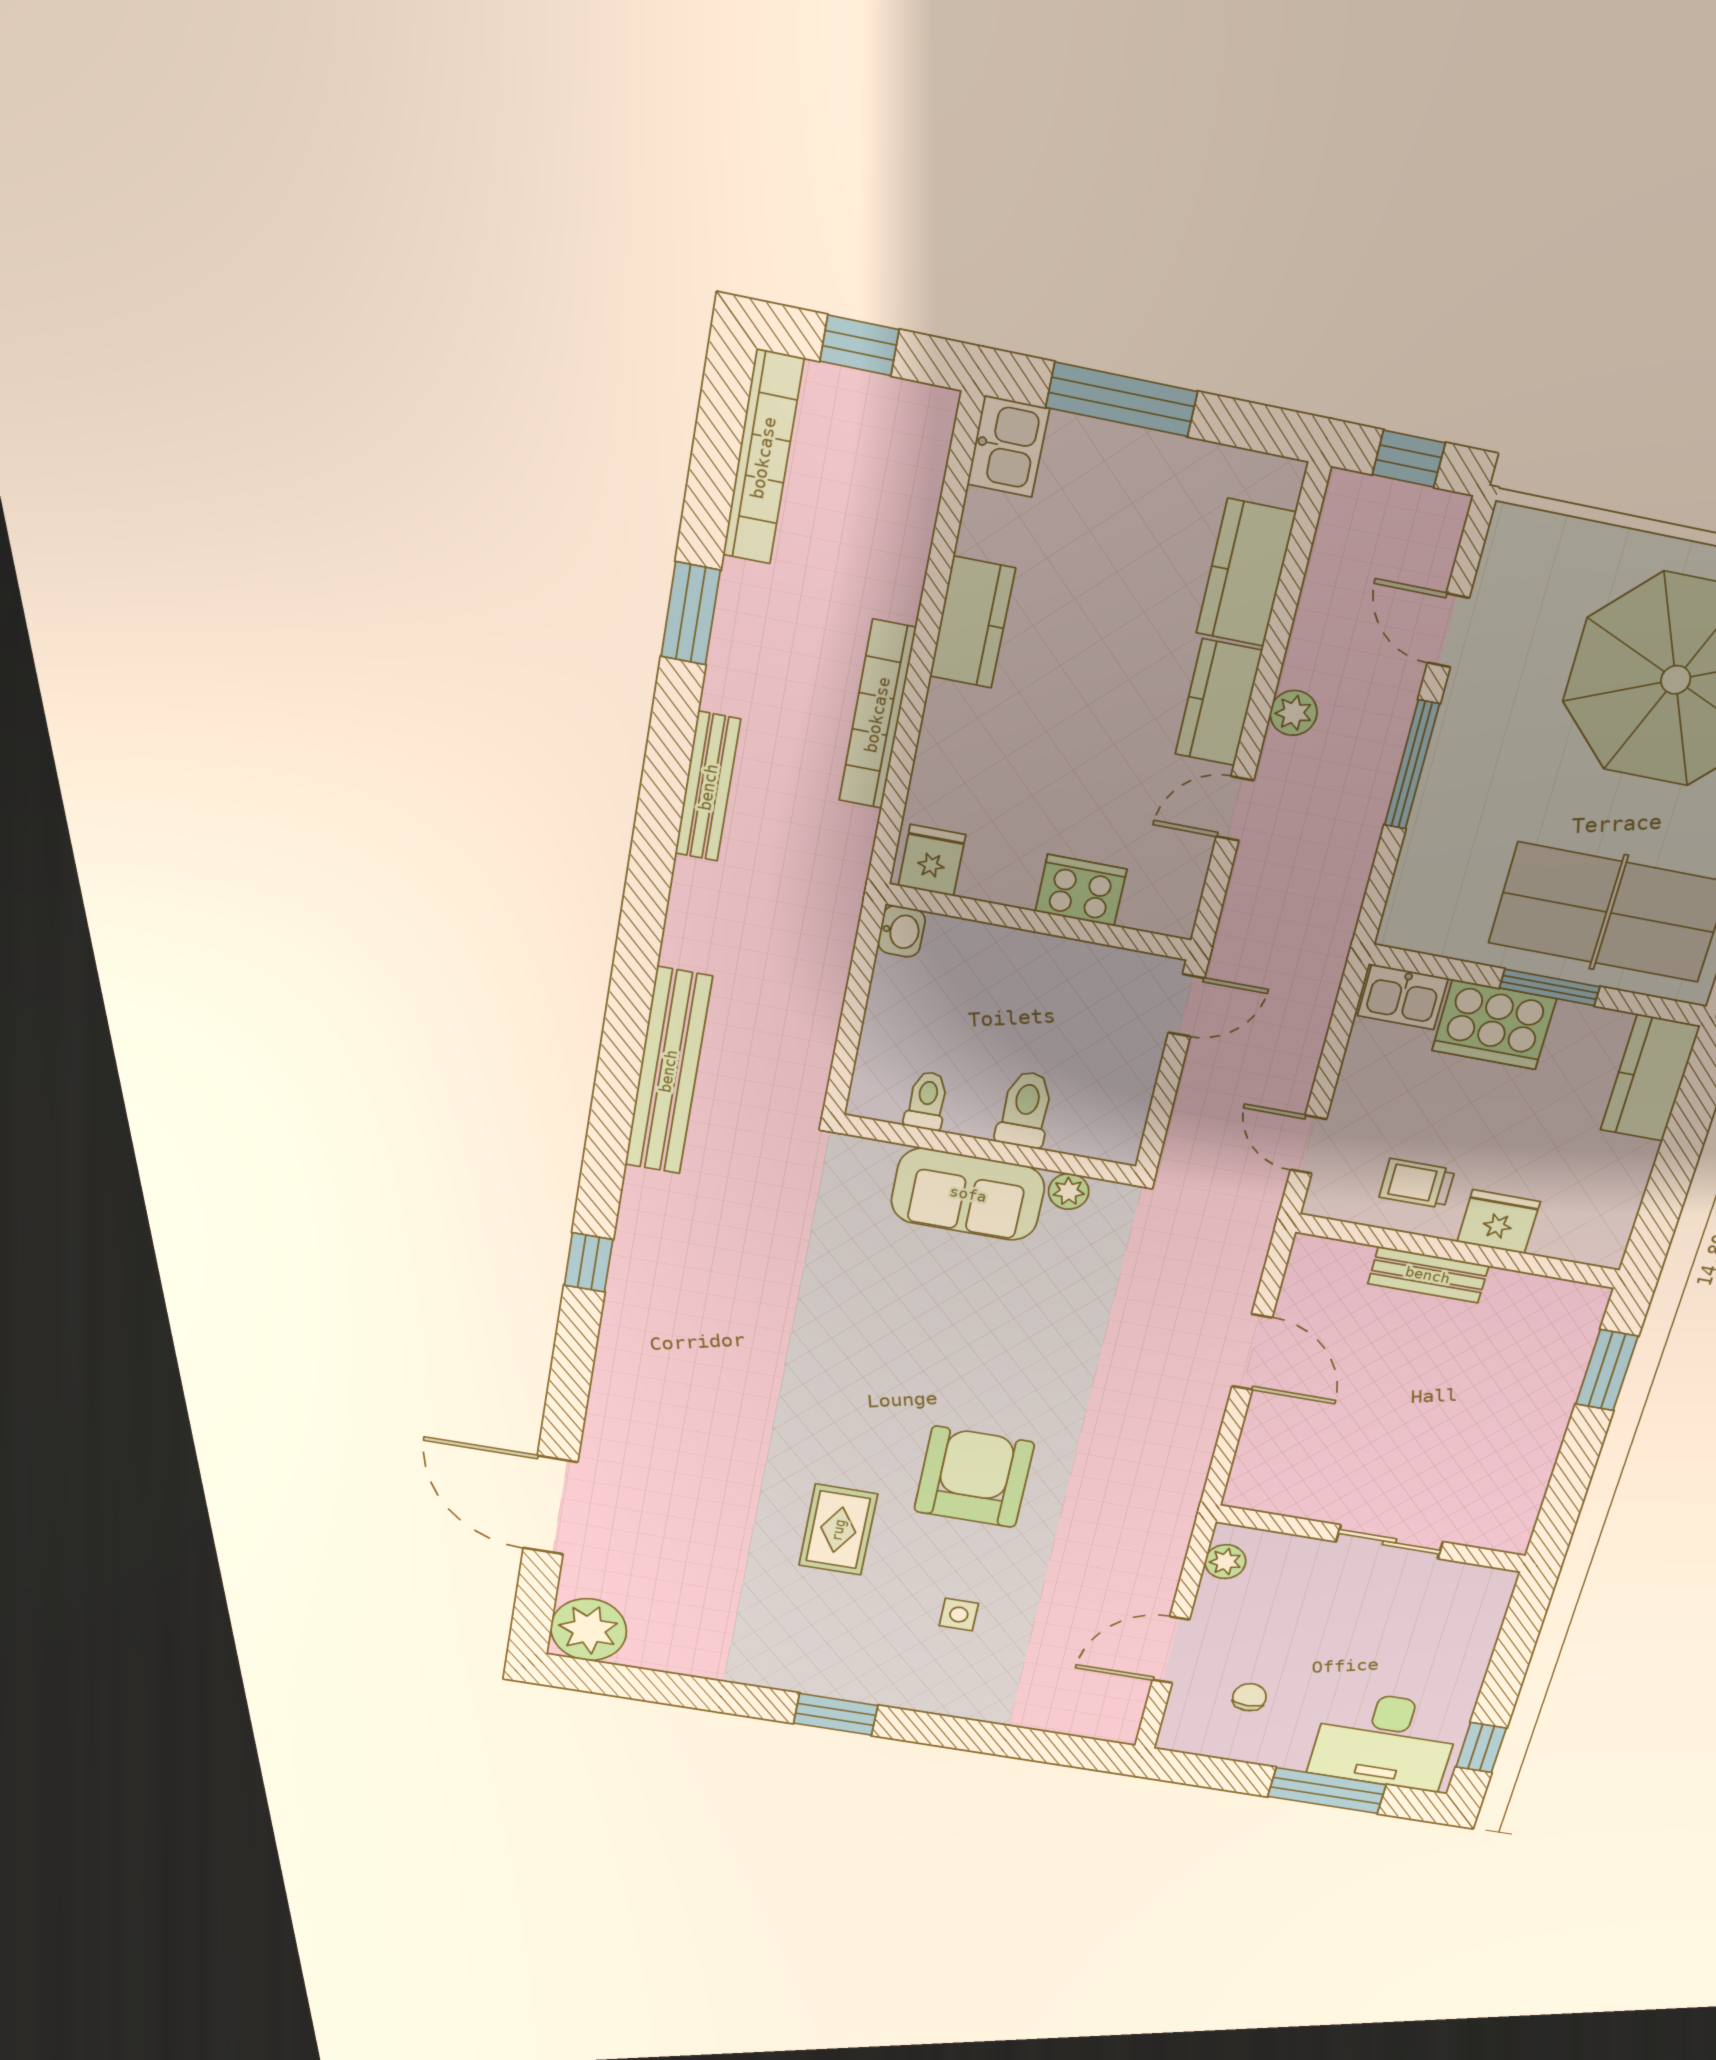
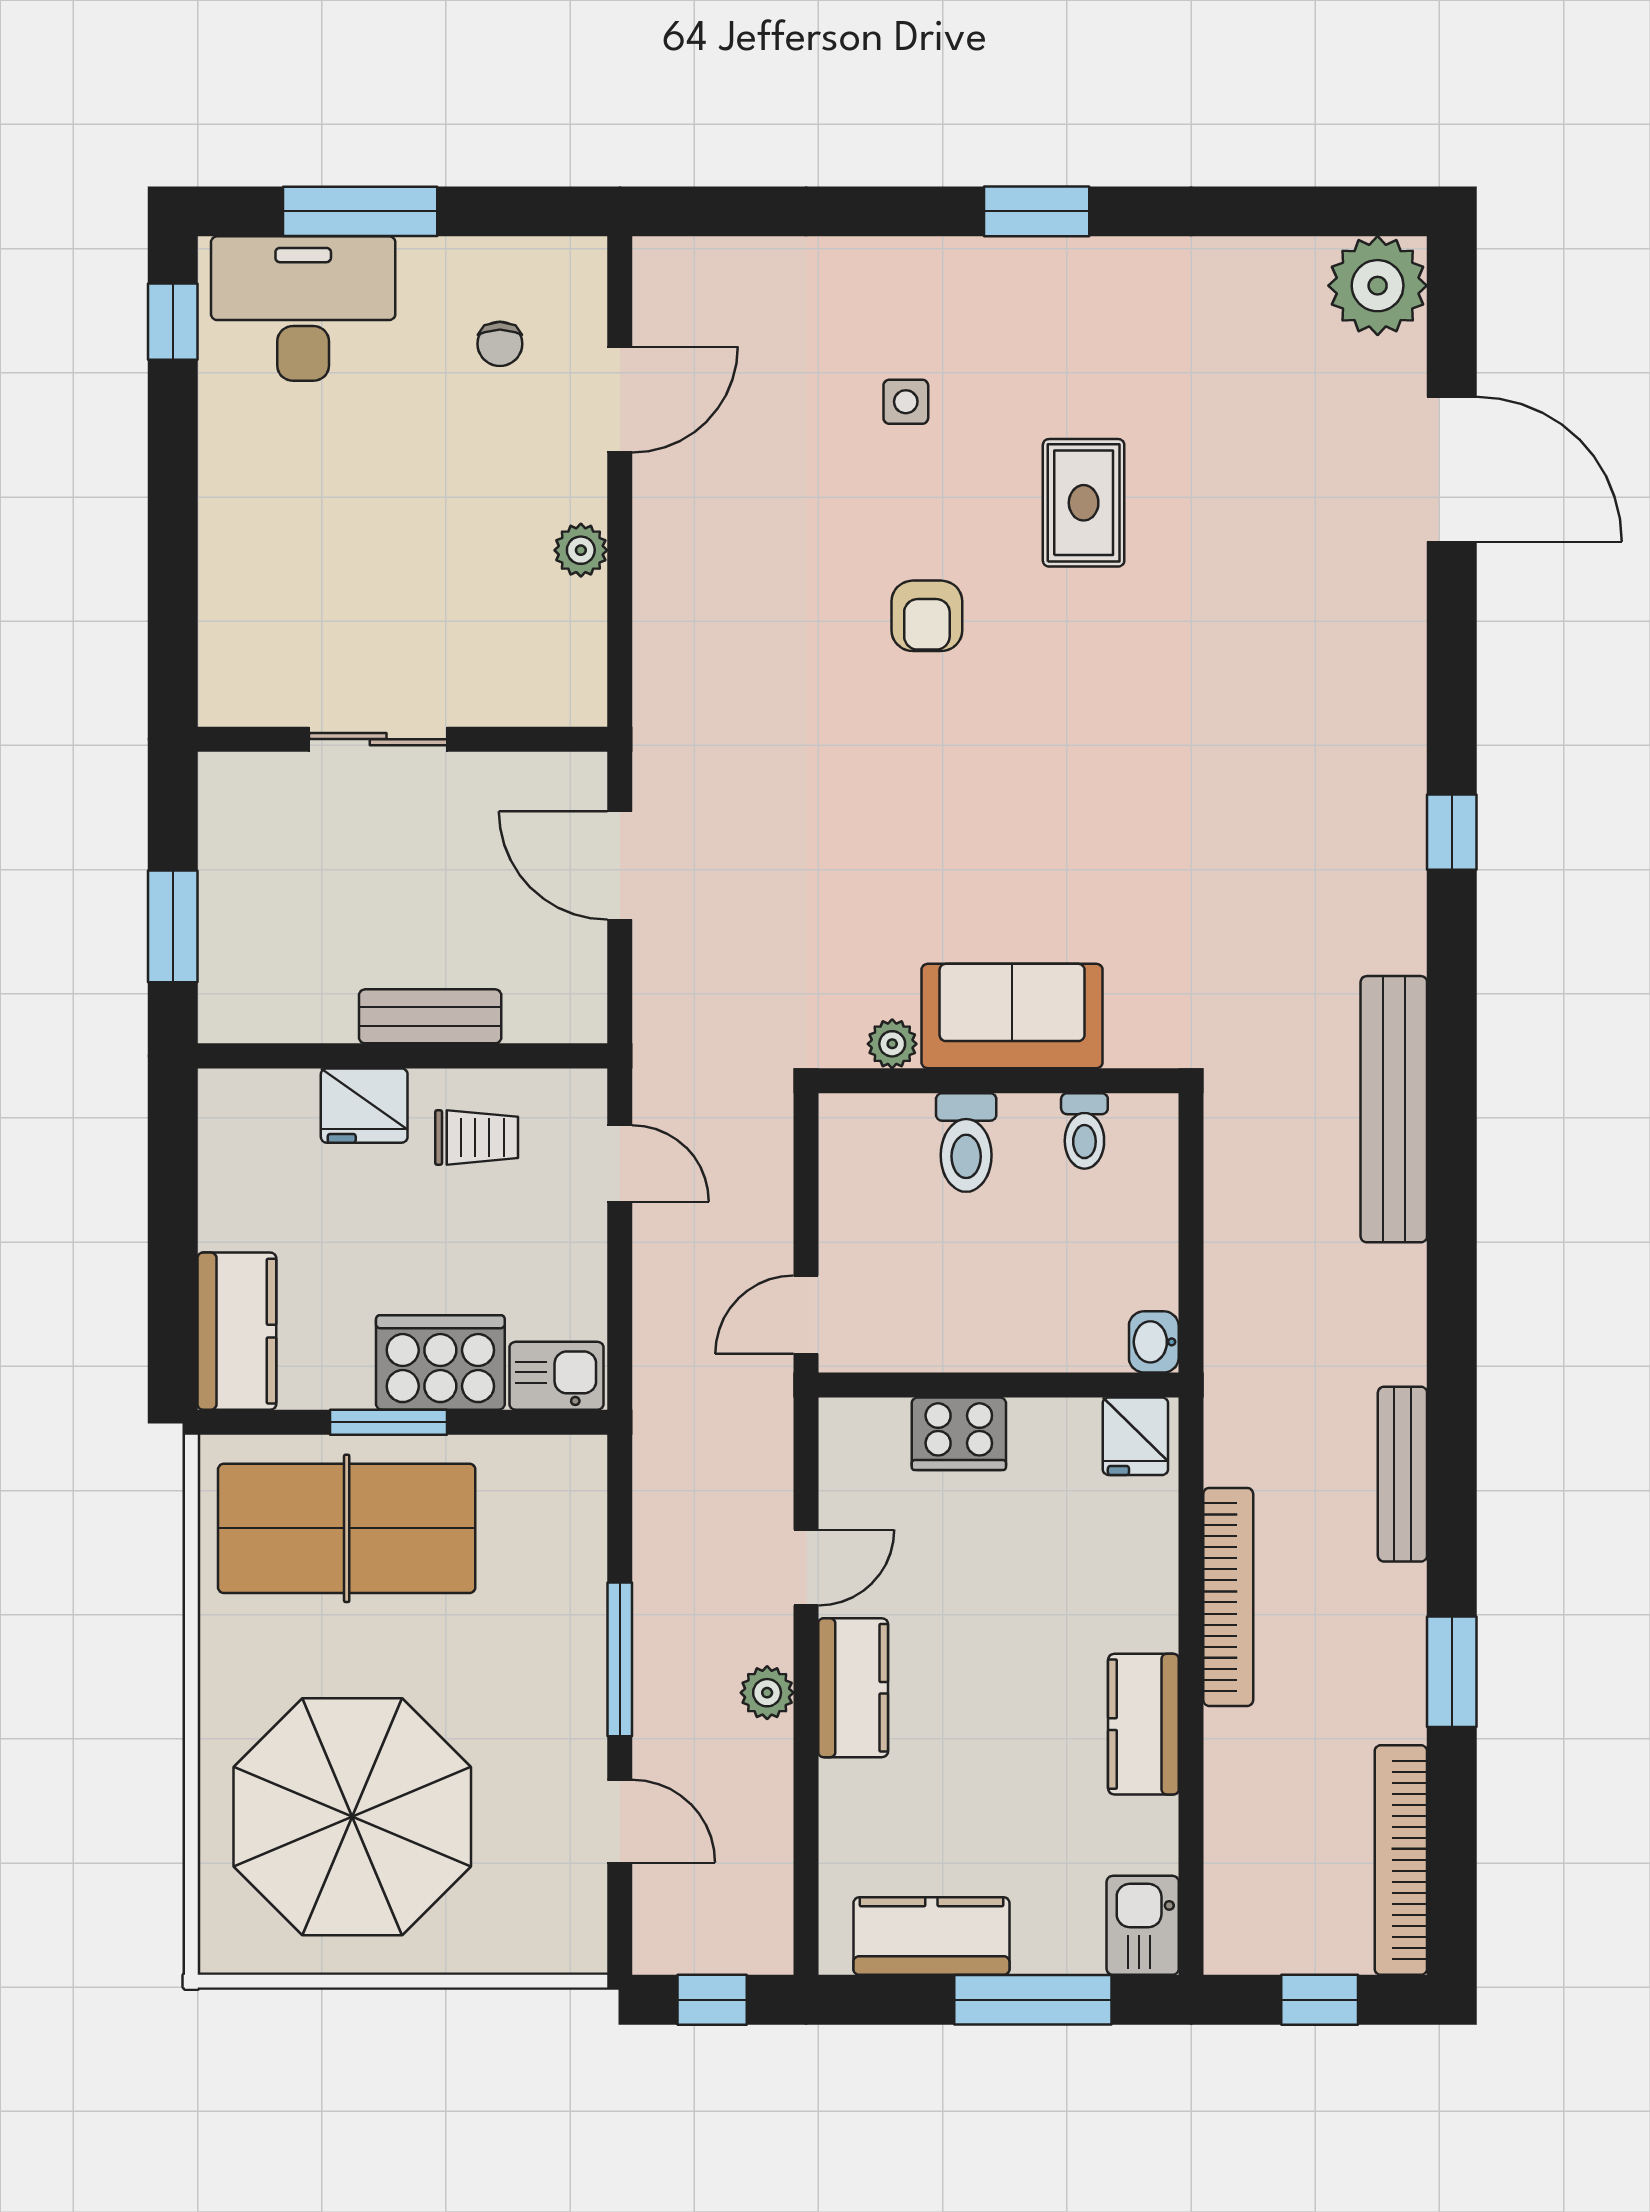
kitchen counter: (1246, 573) -> (931, 1936), moved, turned -90
armchair: (974, 1477) -> (927, 616), width x0.53, depth x0.53
wall: (1371, 1539) -> (402, 739), moved
sliding door: (1389, 1542) -> (378, 739), moved

